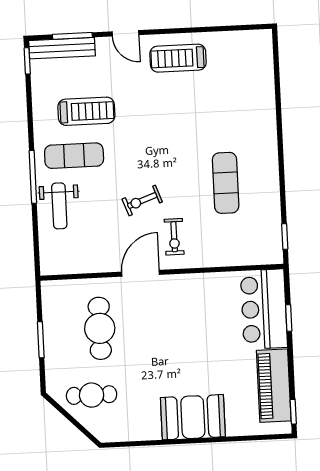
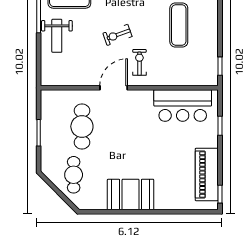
exercise bike: (174, 237) -> (139, 62), turned 180
bar counter: (264, 309) -> (183, 106), moved, turned -90
cafe table: (92, 395) -> (74, 175), turned 90
booth: (193, 417) -> (131, 195), moved

